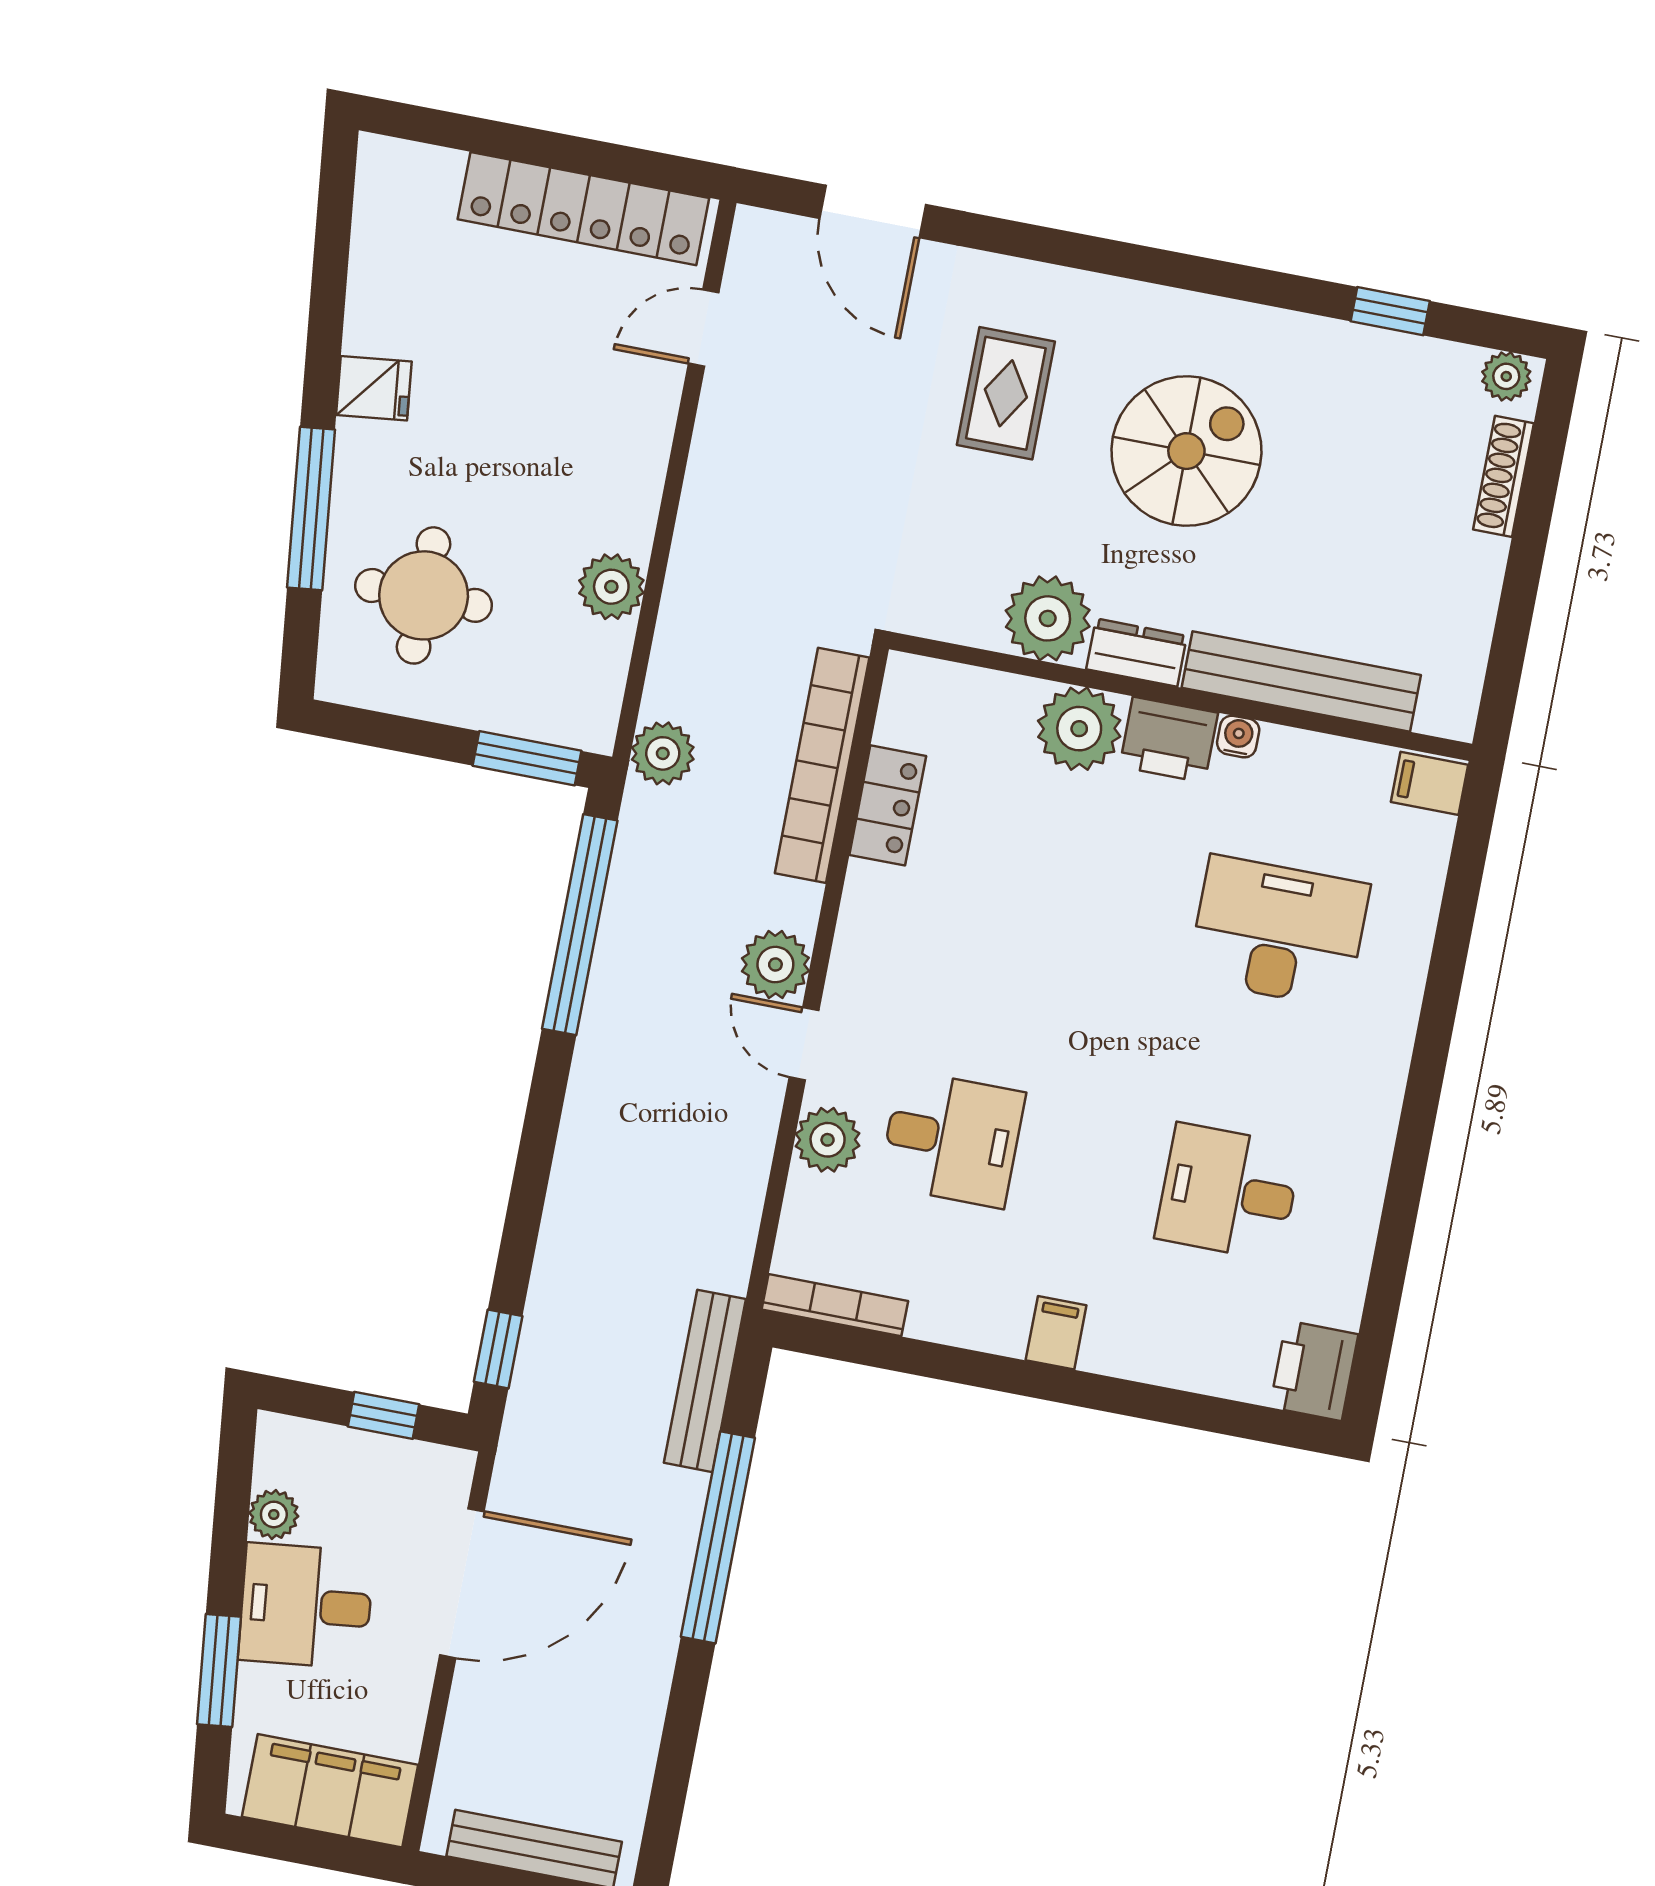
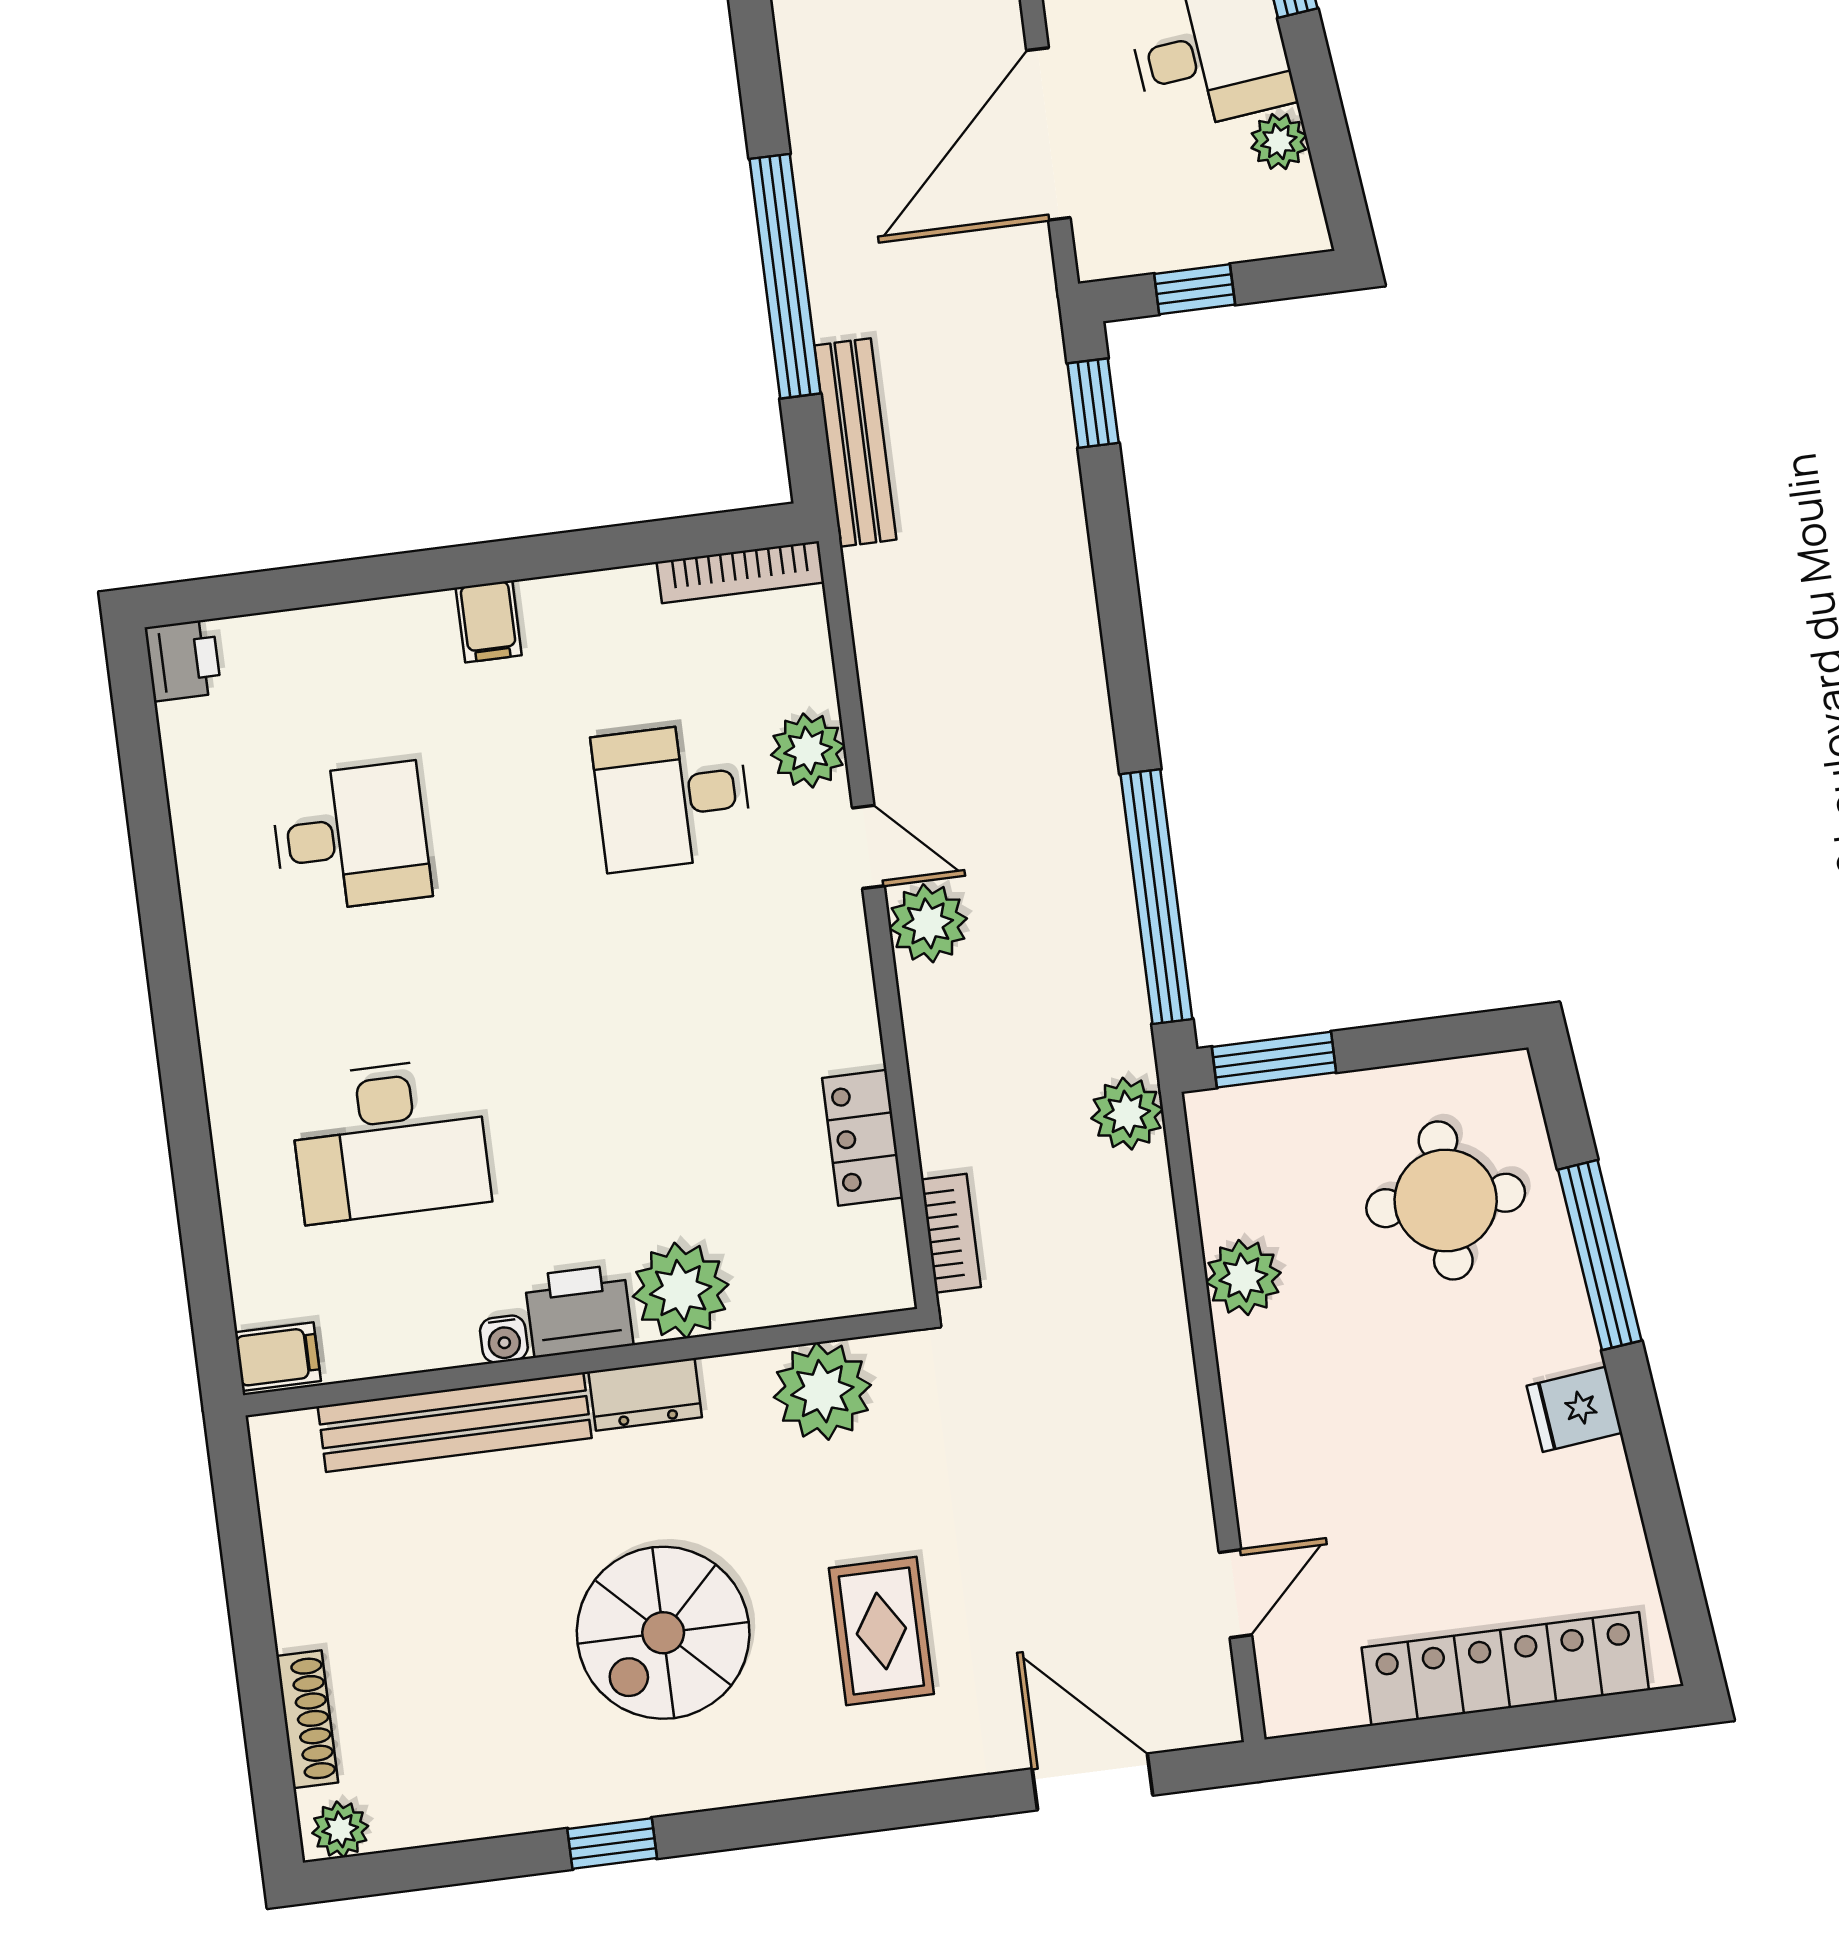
locker: (583, 209) -> (1505, 1669), moved
window: (1390, 311) -> (612, 1843), moved
plant: (1048, 618) -> (822, 1391), moved
bookcase: (822, 765) -> (951, 1233), width x0.43, depth x0.76
printer: (1314, 1371) -> (183, 660), width x0.73, depth x0.81

